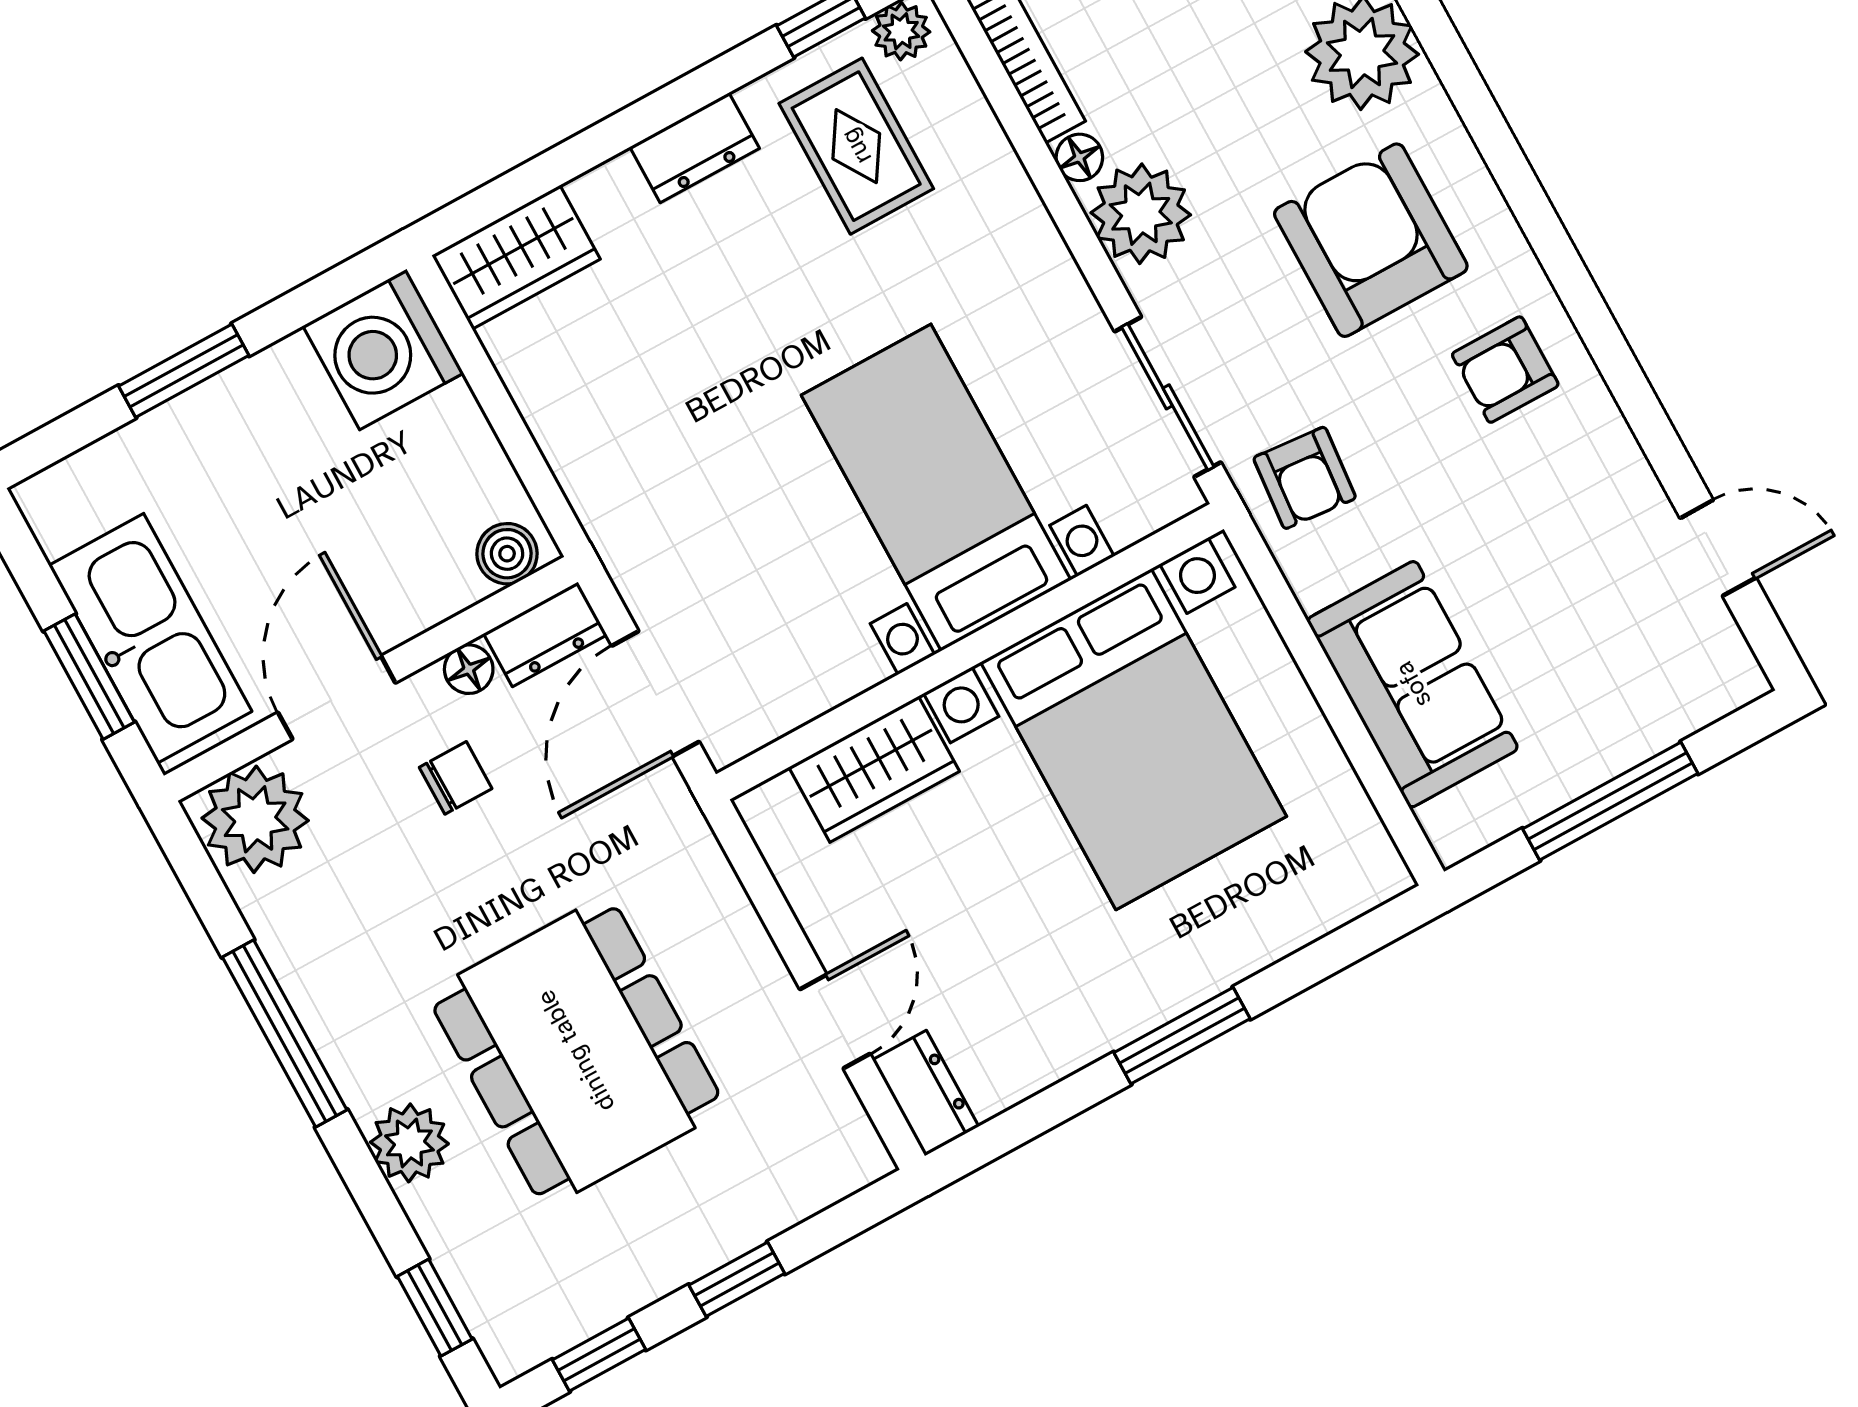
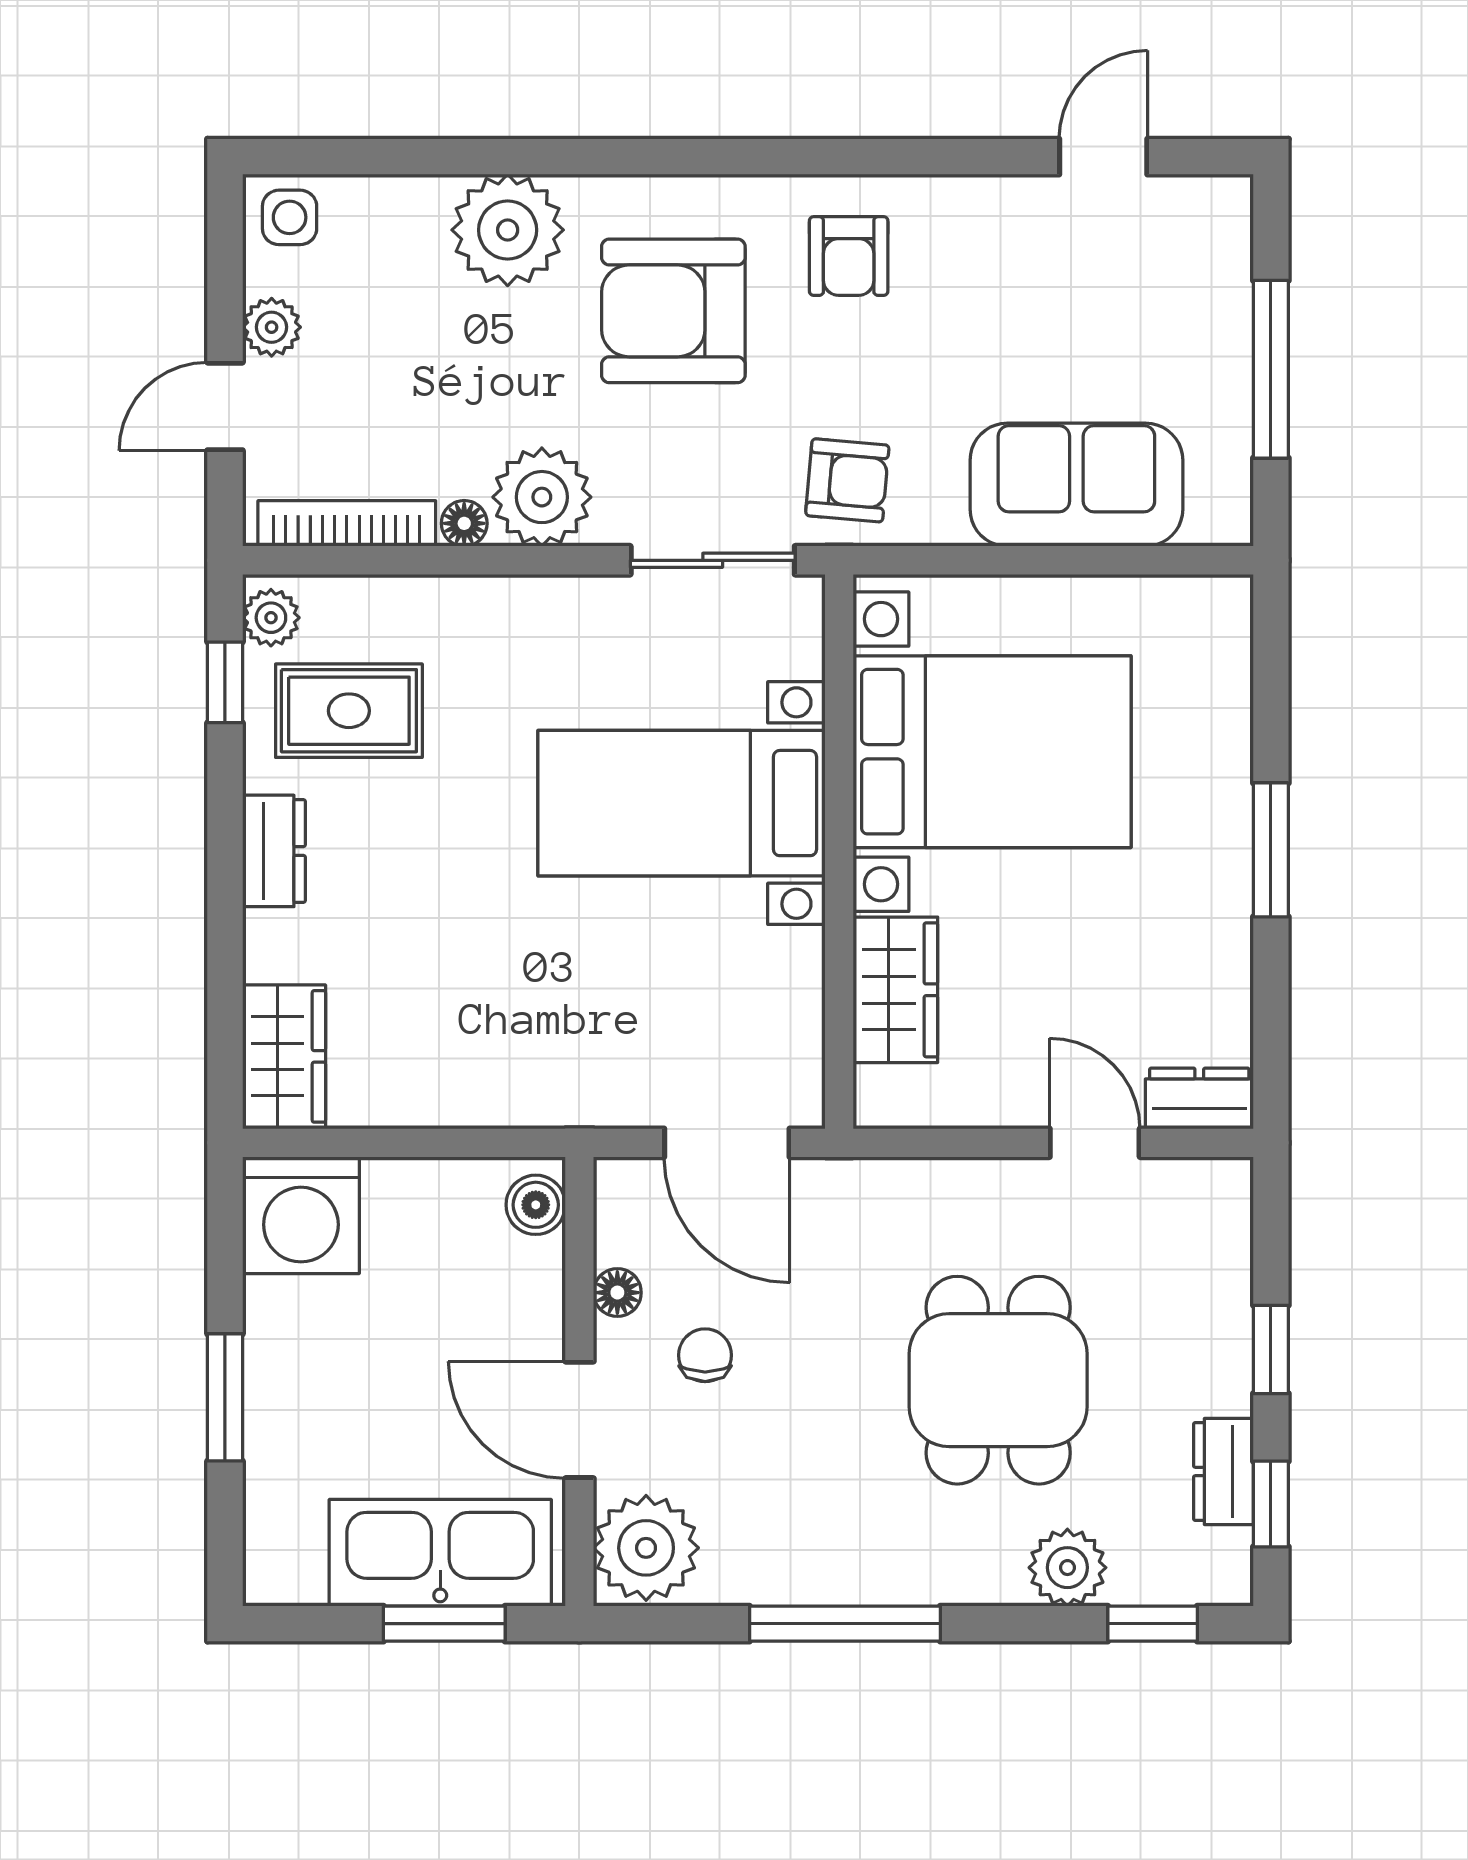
dresser: (545, 634) -> (1223, 1472), moved, turned 180
dining table: (576, 1051) -> (998, 1380), width x0.73
plant: (409, 1143) -> (1067, 1568), moved

